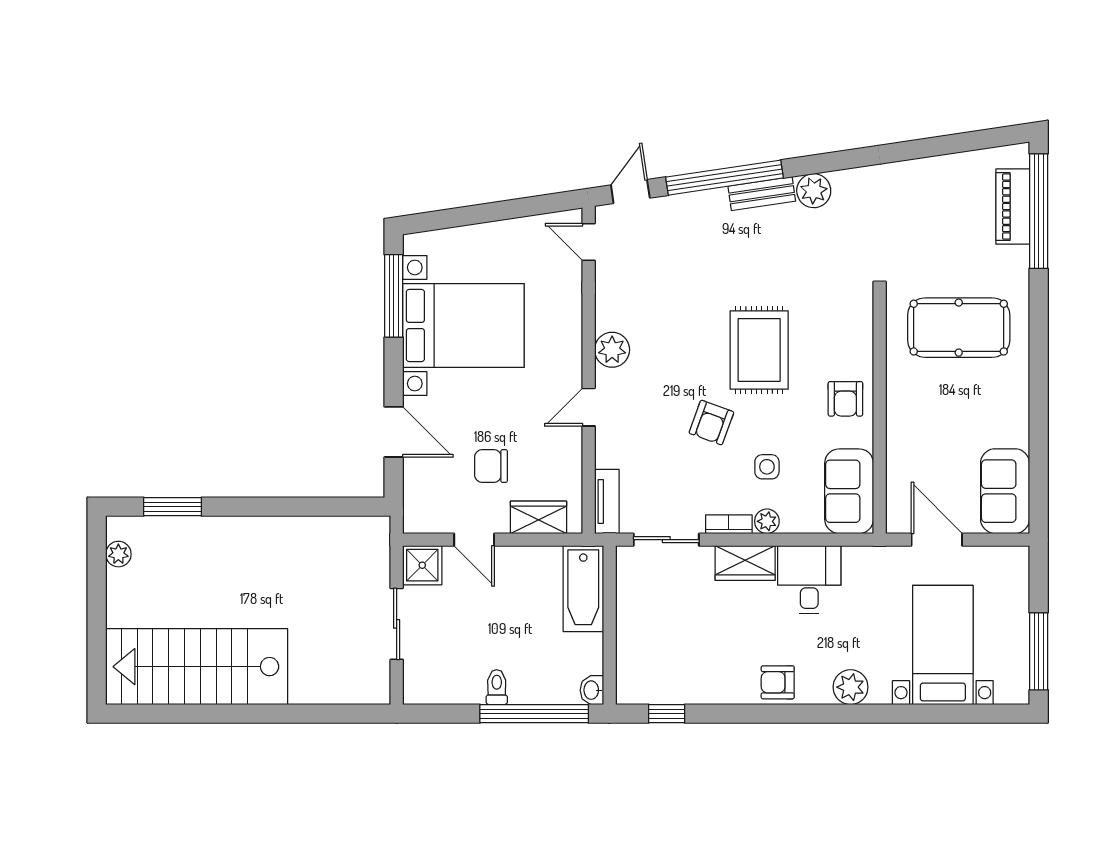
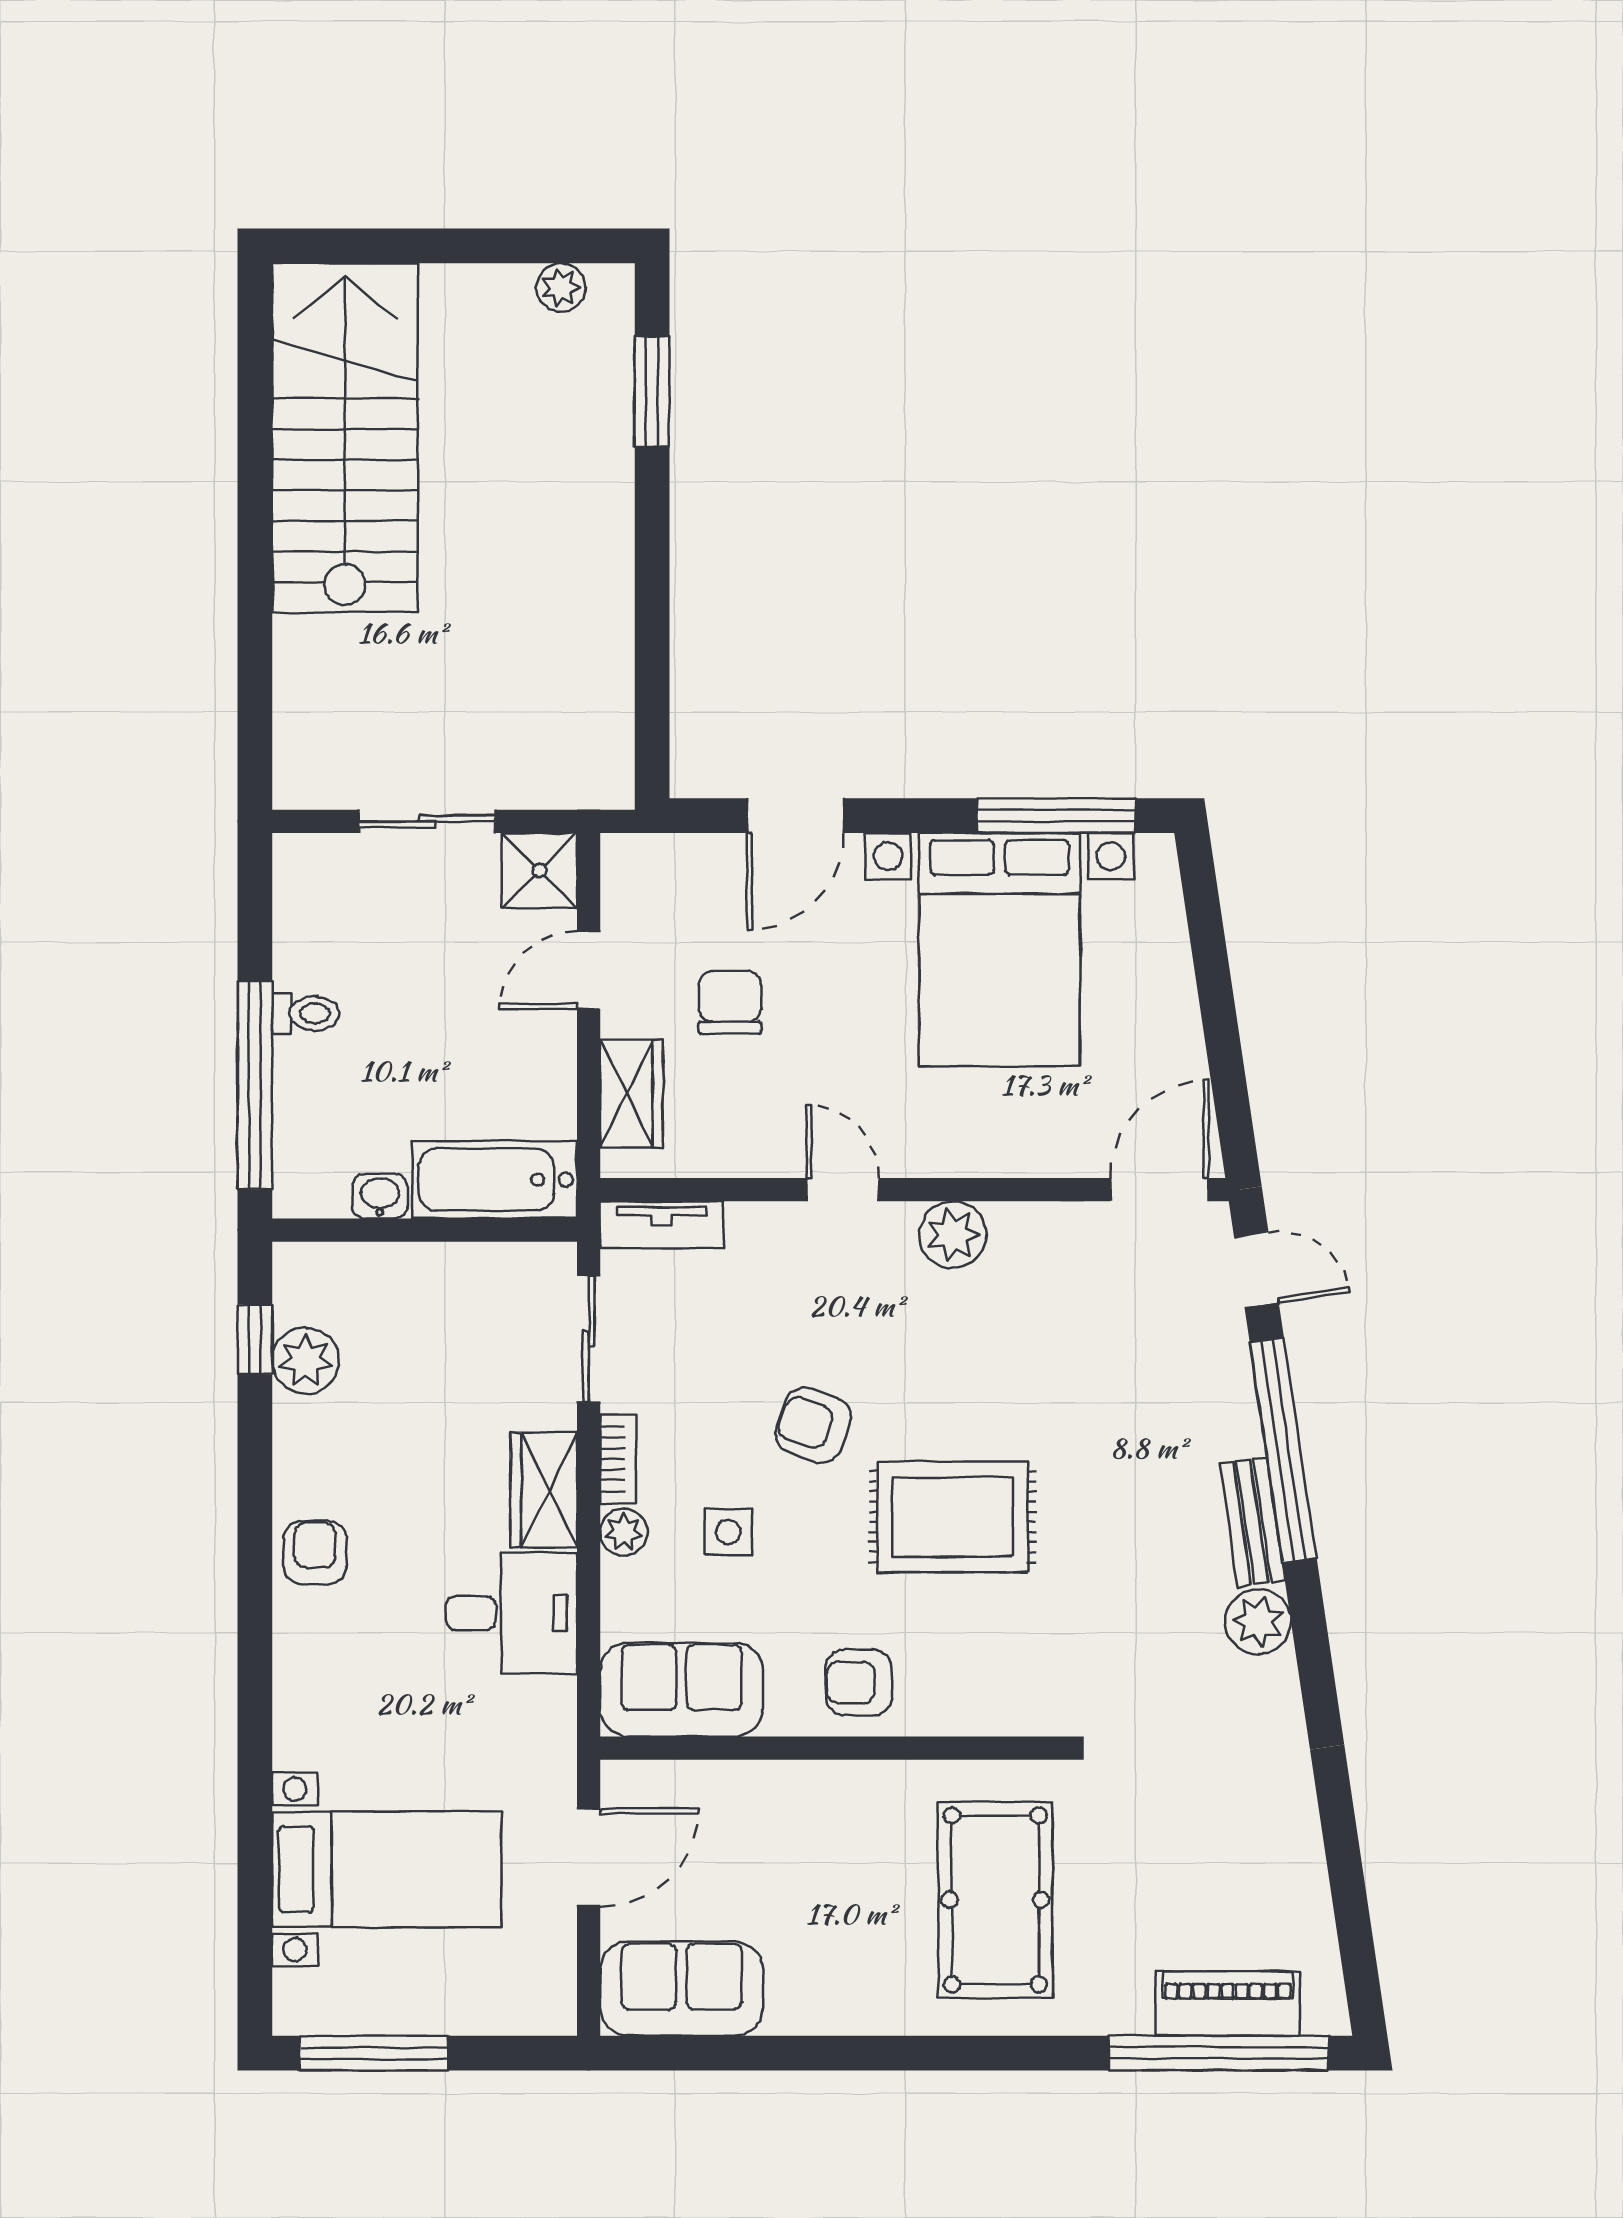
door: (589, 242) -> (1160, 1190), width x1.38
plant: (851, 687) -> (306, 1361), moved
washbasin: (592, 690) -> (380, 1196), moved

